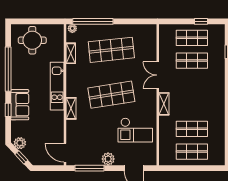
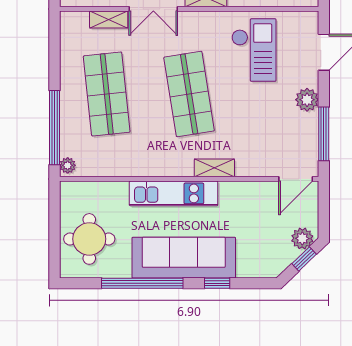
shelving: (71, 53) -> (109, 20), moved
sofa: (20, 105) -> (184, 258), width x1.85, depth x1.27
plant: (20, 143) -> (302, 238), moved

